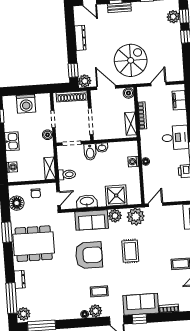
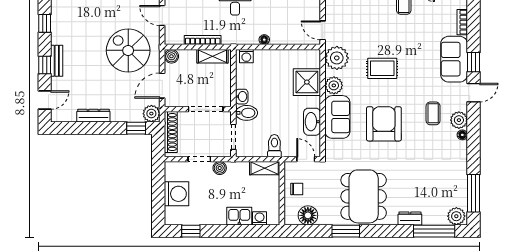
kitchen sink: (12, 141) -> (239, 216), moved
washing machine: (133, 162) -> (246, 56), moved

